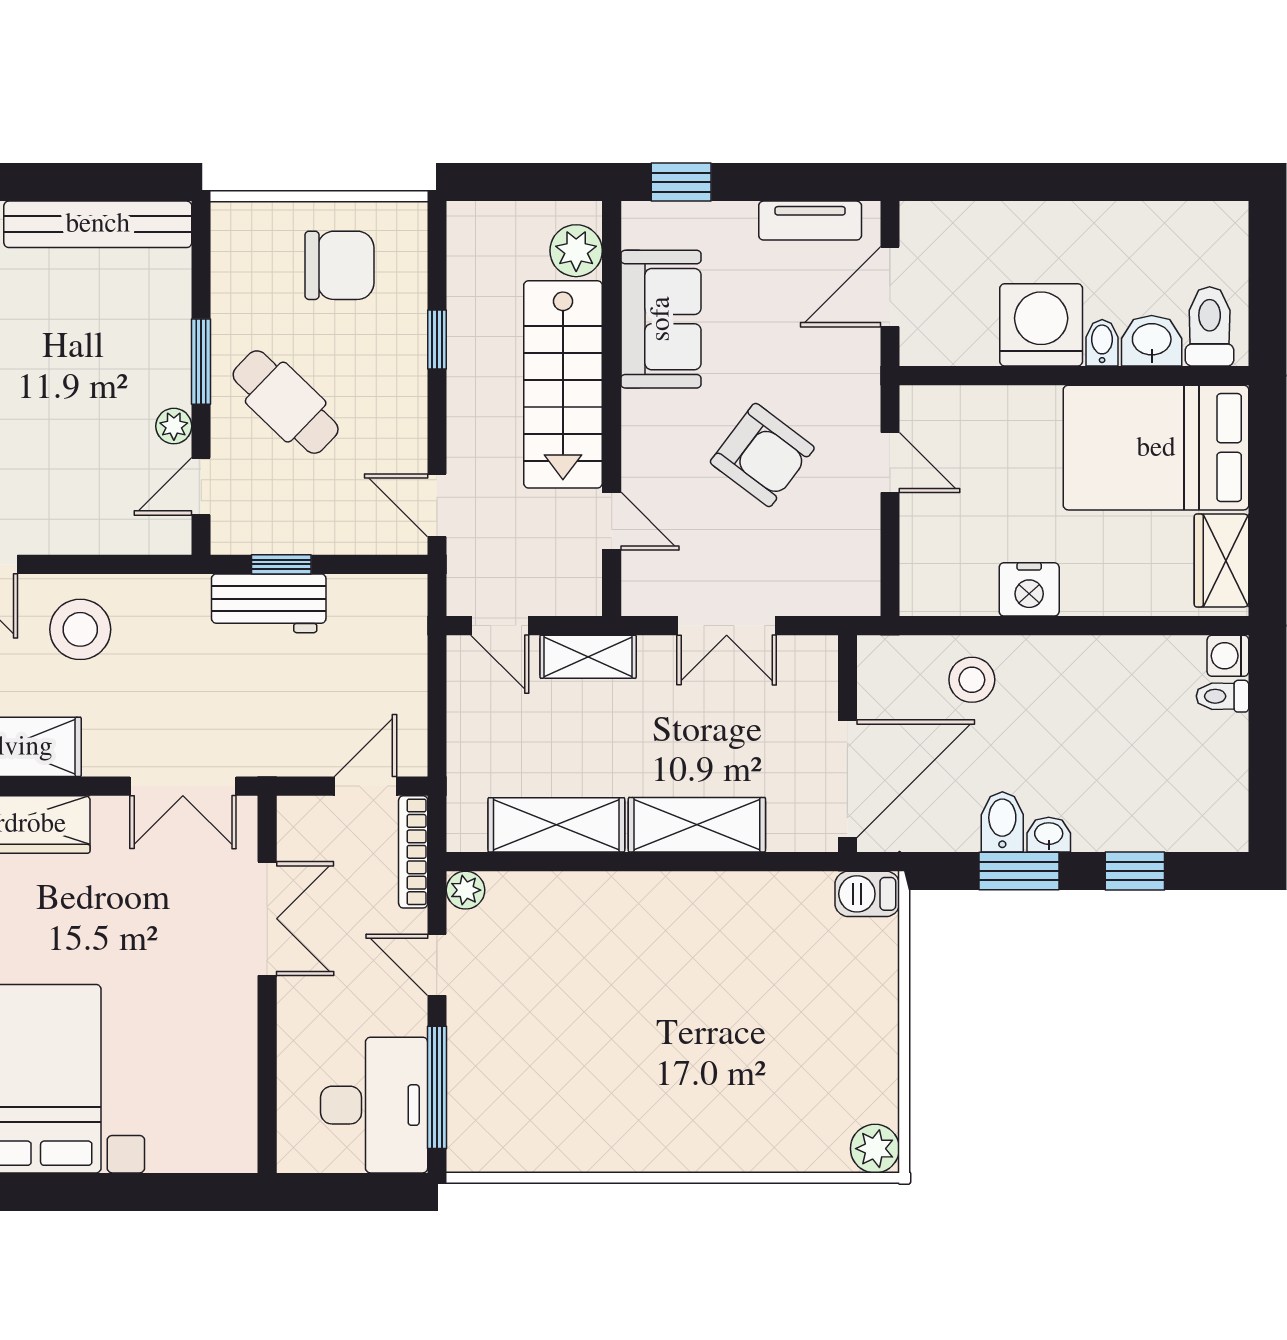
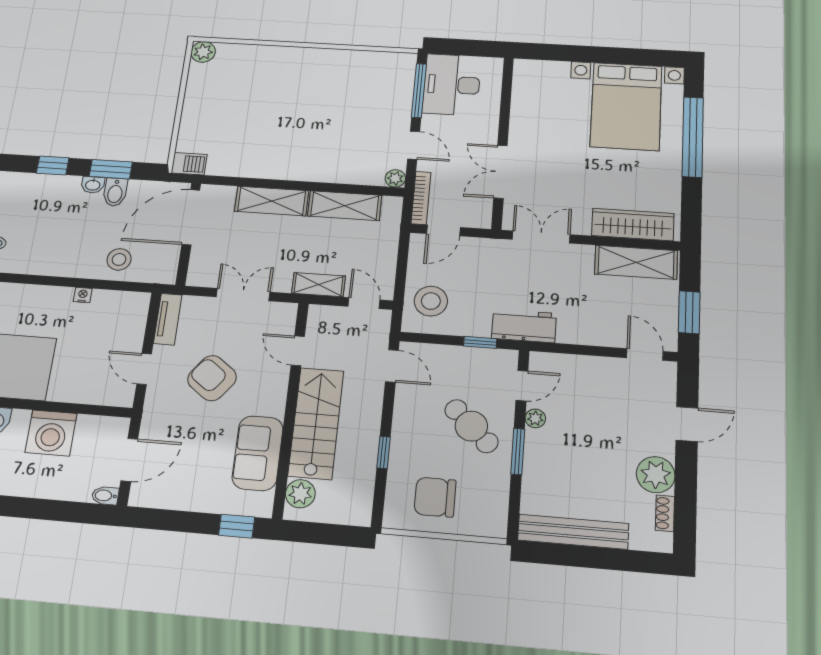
tv unit: (810, 221) -> (168, 319), moved, turned 90
bidet: (1102, 343) -> (105, 496), moved, turned 90
nightstand: (1029, 589) -> (83, 295), width x0.53, depth x0.56
workbench: (269, 603) -> (524, 326), moved
stool: (80, 629) -> (431, 301), moved

